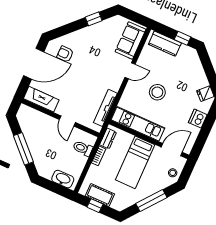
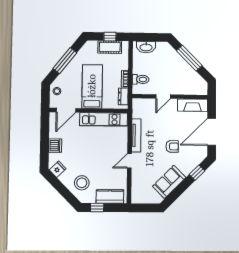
window: (94, 19) -> (197, 173), moved
sofa: (130, 40) -> (169, 182), moved, turned -135
armchair: (65, 54) -> (172, 146), moved
stool: (157, 92) -> (82, 183), moved
tv unit: (105, 108) -> (136, 135), moved
door: (67, 121) -> (163, 96), swing flipped

